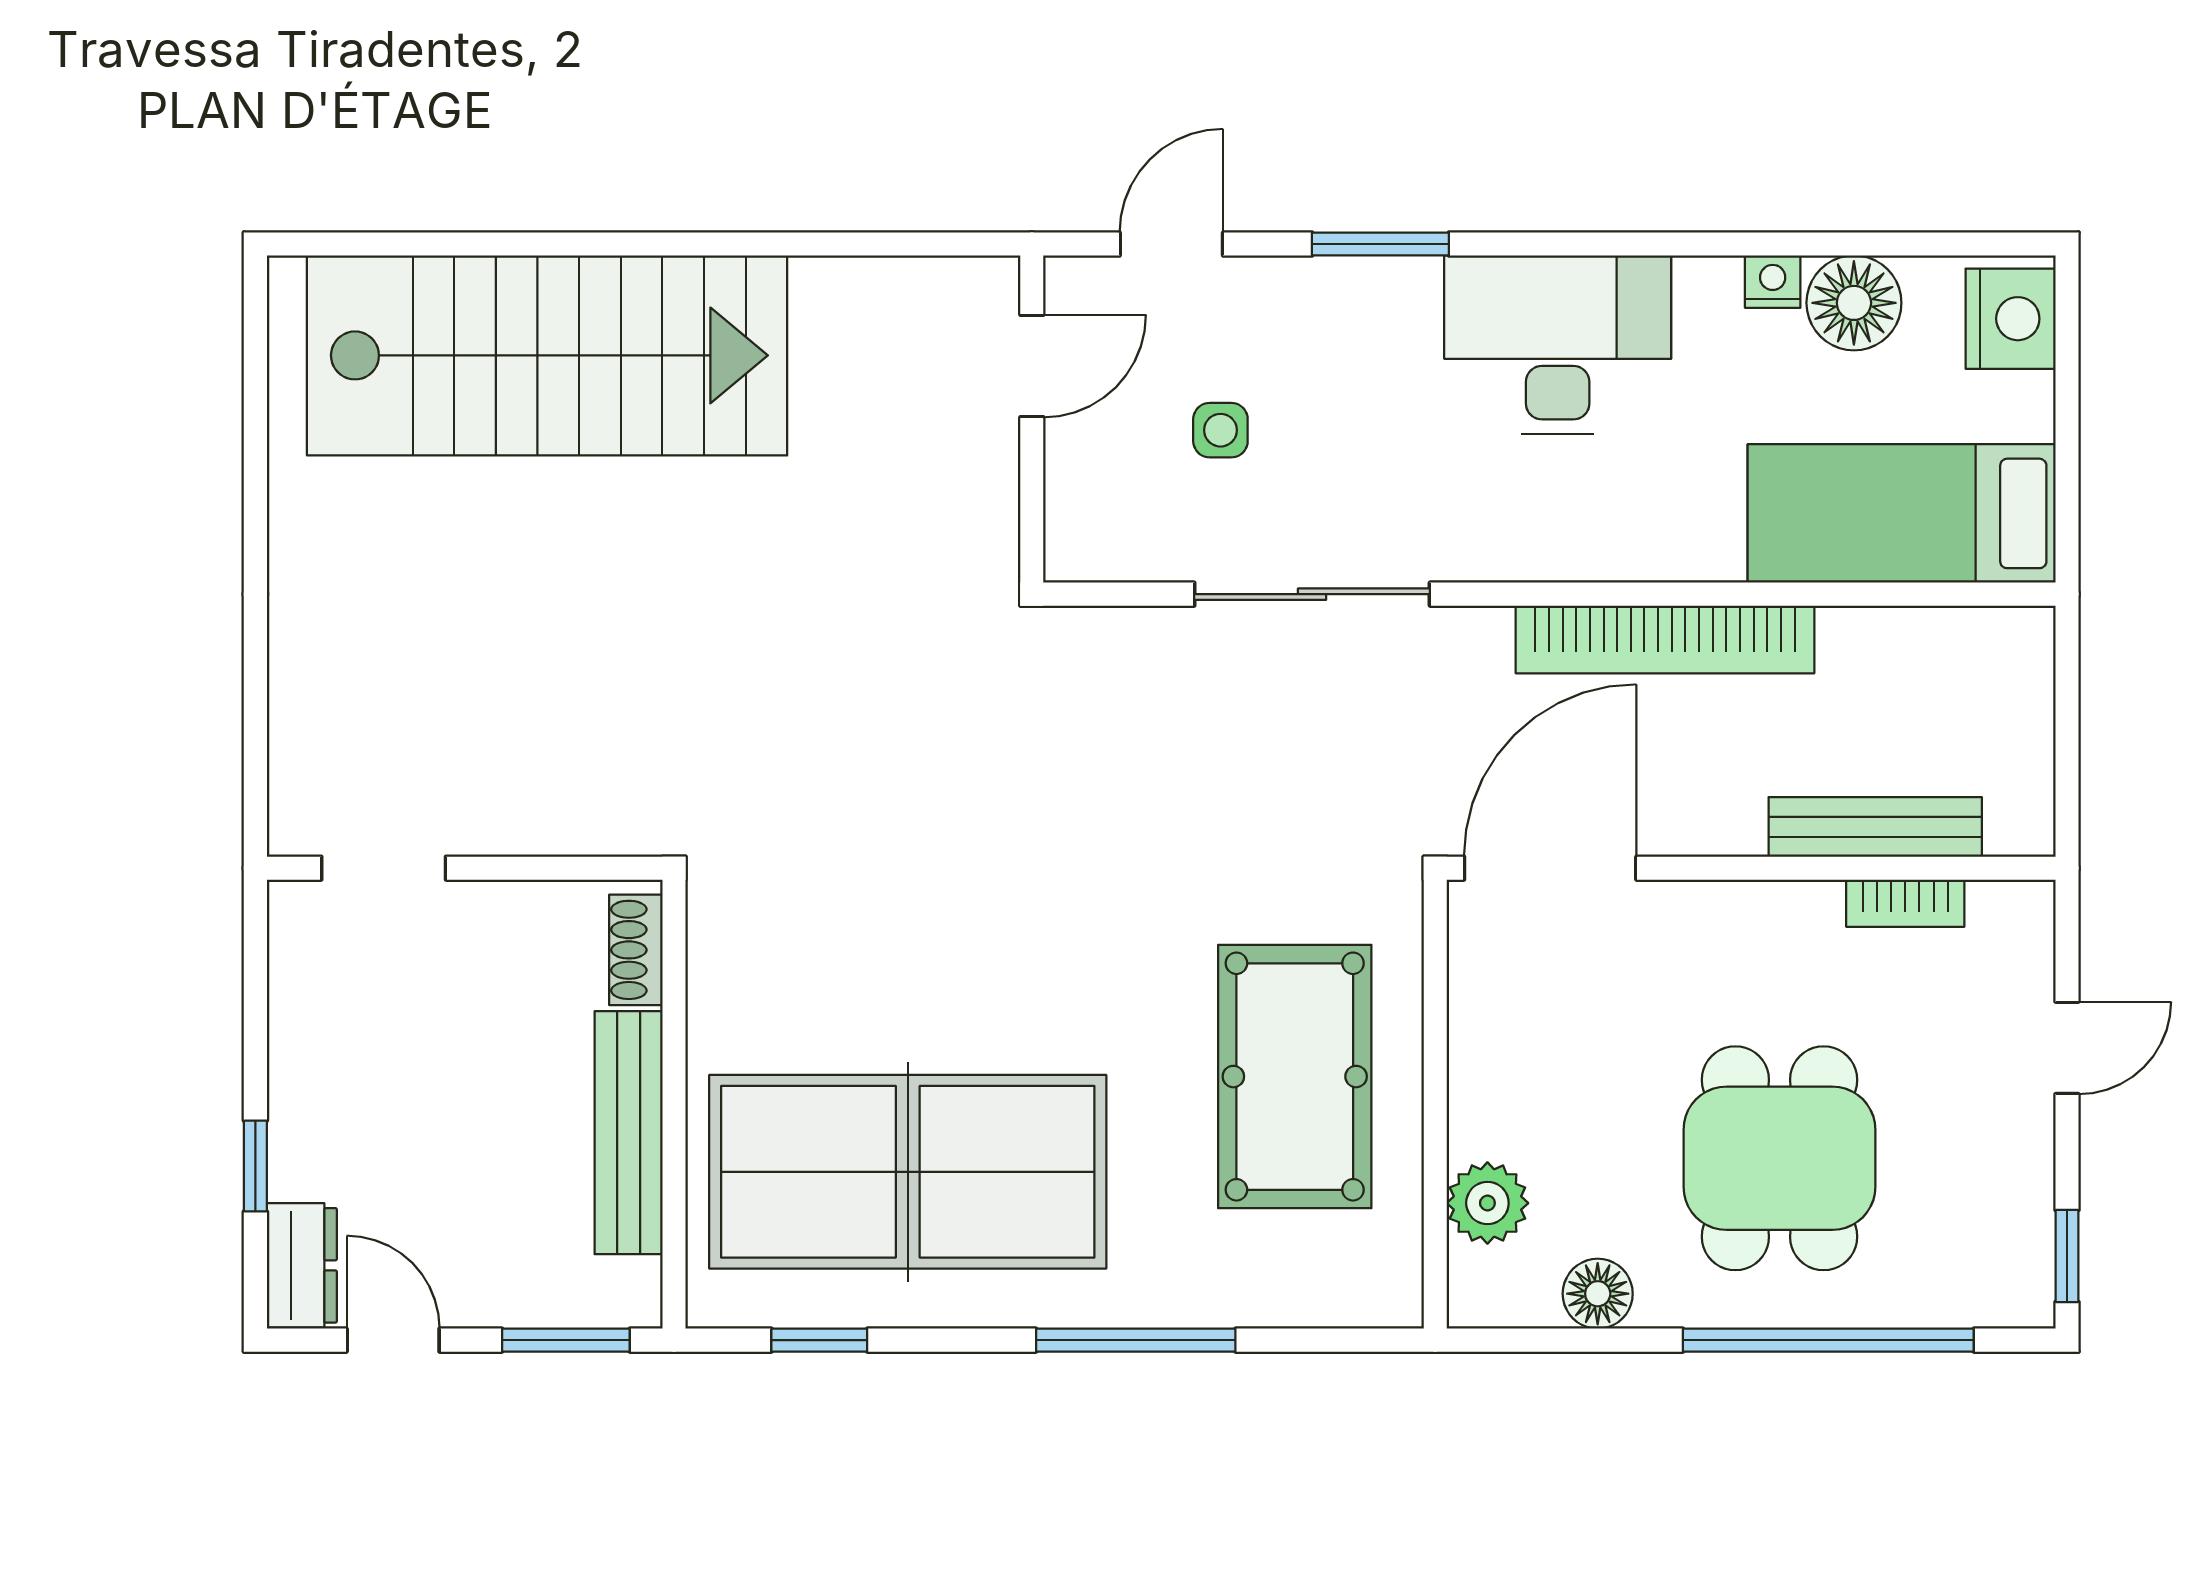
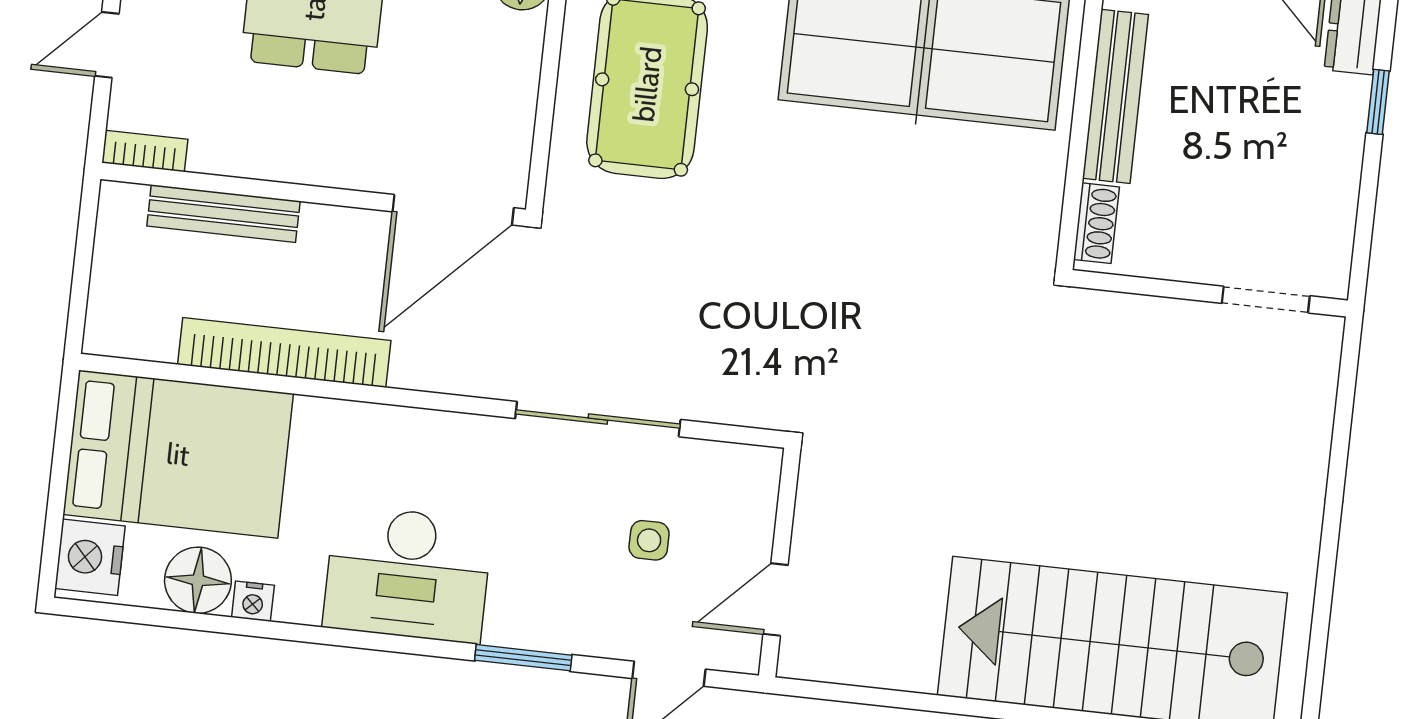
bed: (1902, 513) -> (178, 454), width x1.50
bookcase: (1665, 639) -> (284, 352), moved
bookcase: (1905, 903) -> (145, 151), moved

